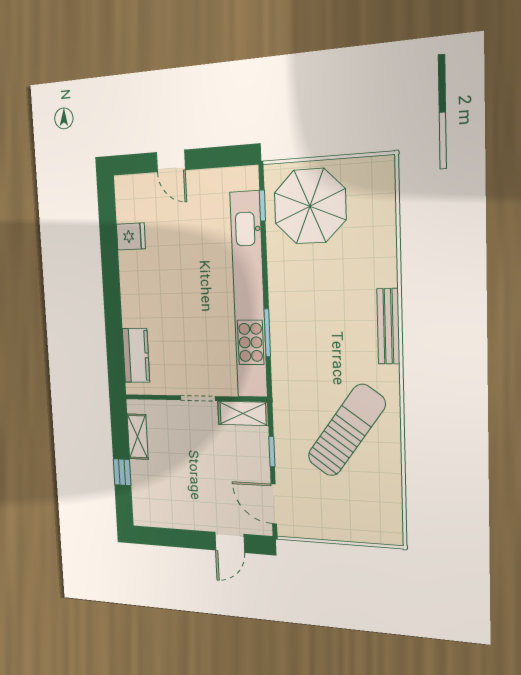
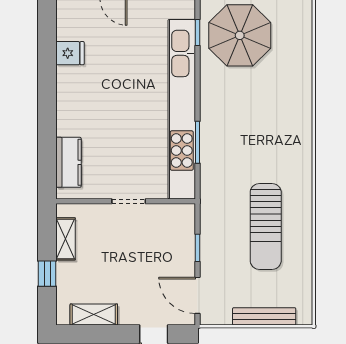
bench: (388, 326) -> (264, 316), moved, turned 90
shelving: (243, 413) -> (94, 315), moved
sun lounger: (346, 430) -> (266, 226), turned 144

